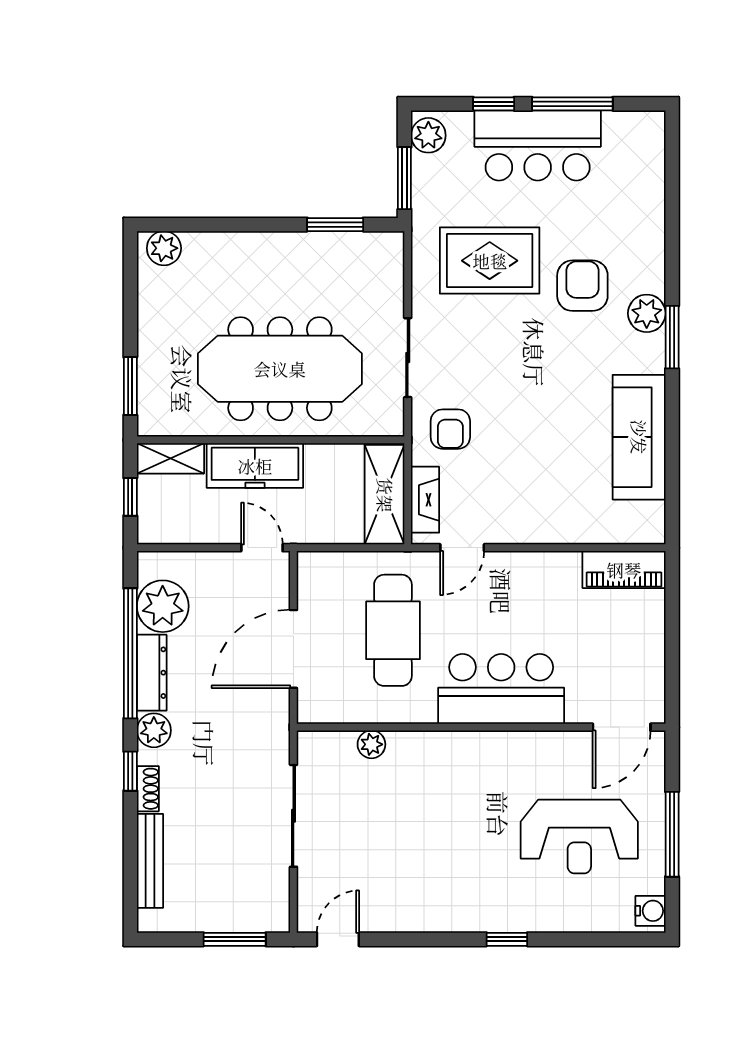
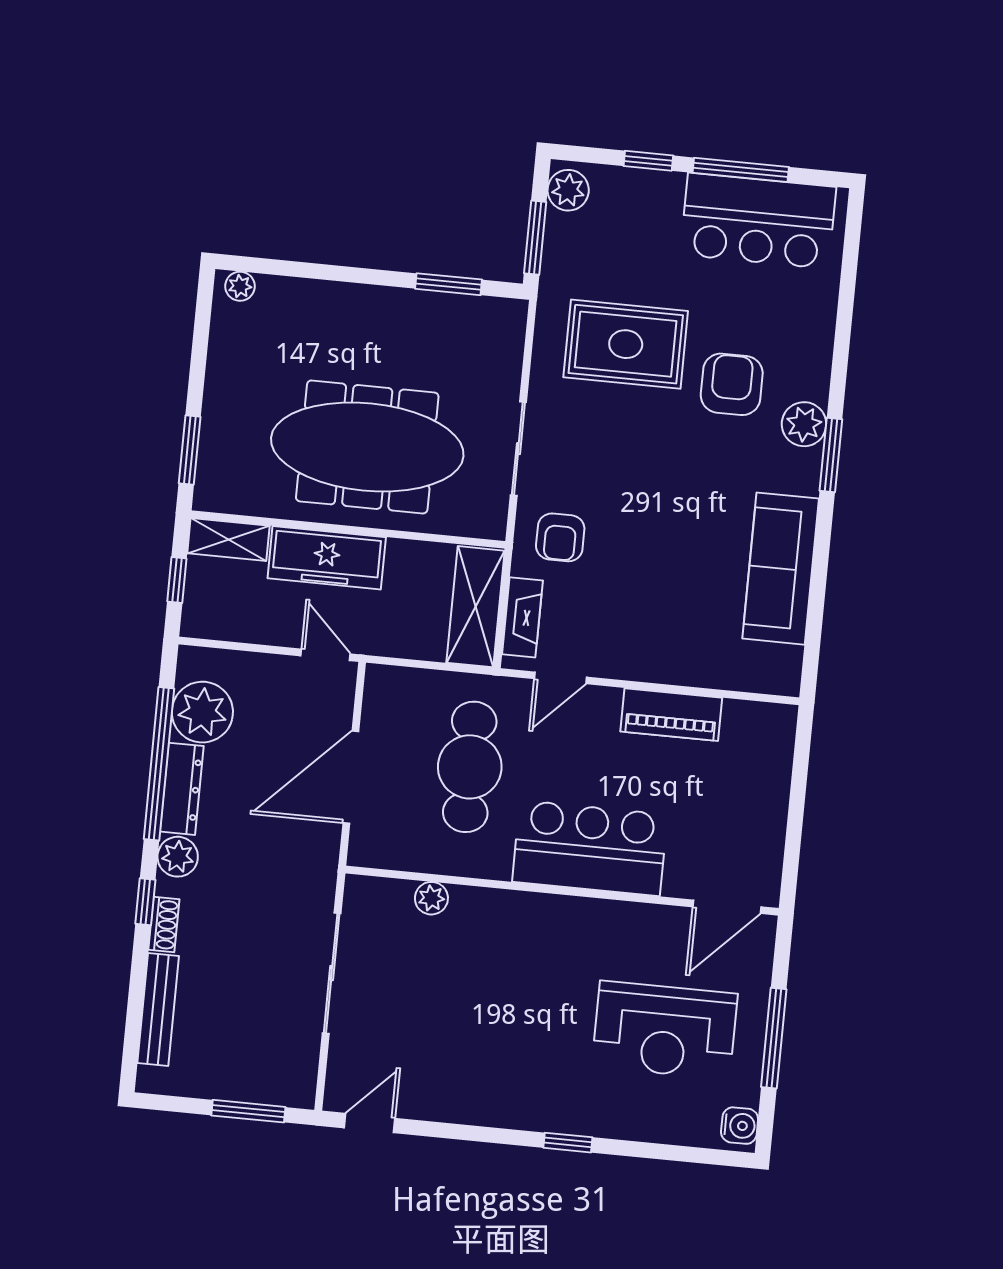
bar counter: (538, 145) -> (758, 221), moved
plant: (164, 248) -> (240, 286), width x0.73, depth x0.73
piano: (624, 570) -> (671, 715), moved

